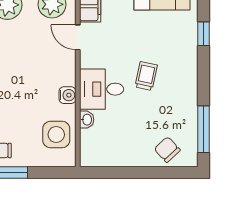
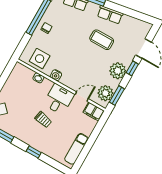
window: (204, 34) -> (34, 152), moved
desk: (102, 89) -> (59, 99), moved

